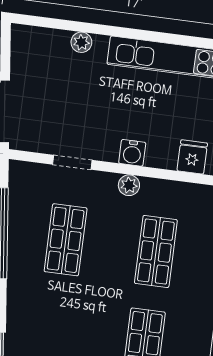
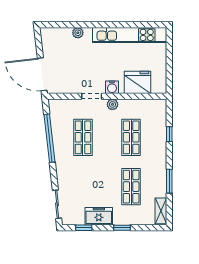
fridge: (192, 157) -> (137, 82), width x1.88, depth x1.34
doorway: (72, 162) -> (92, 96), moved

